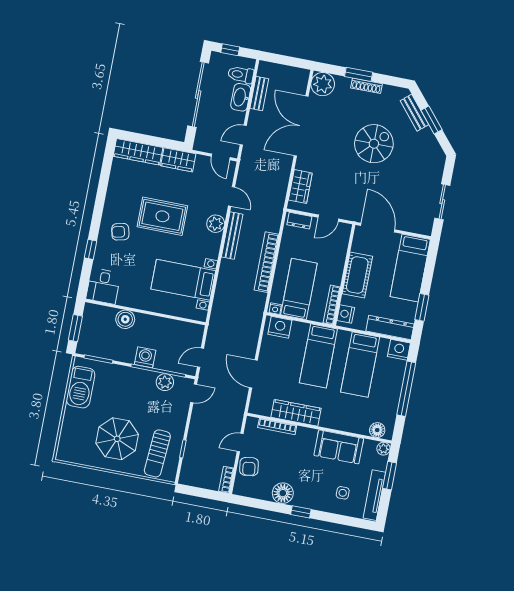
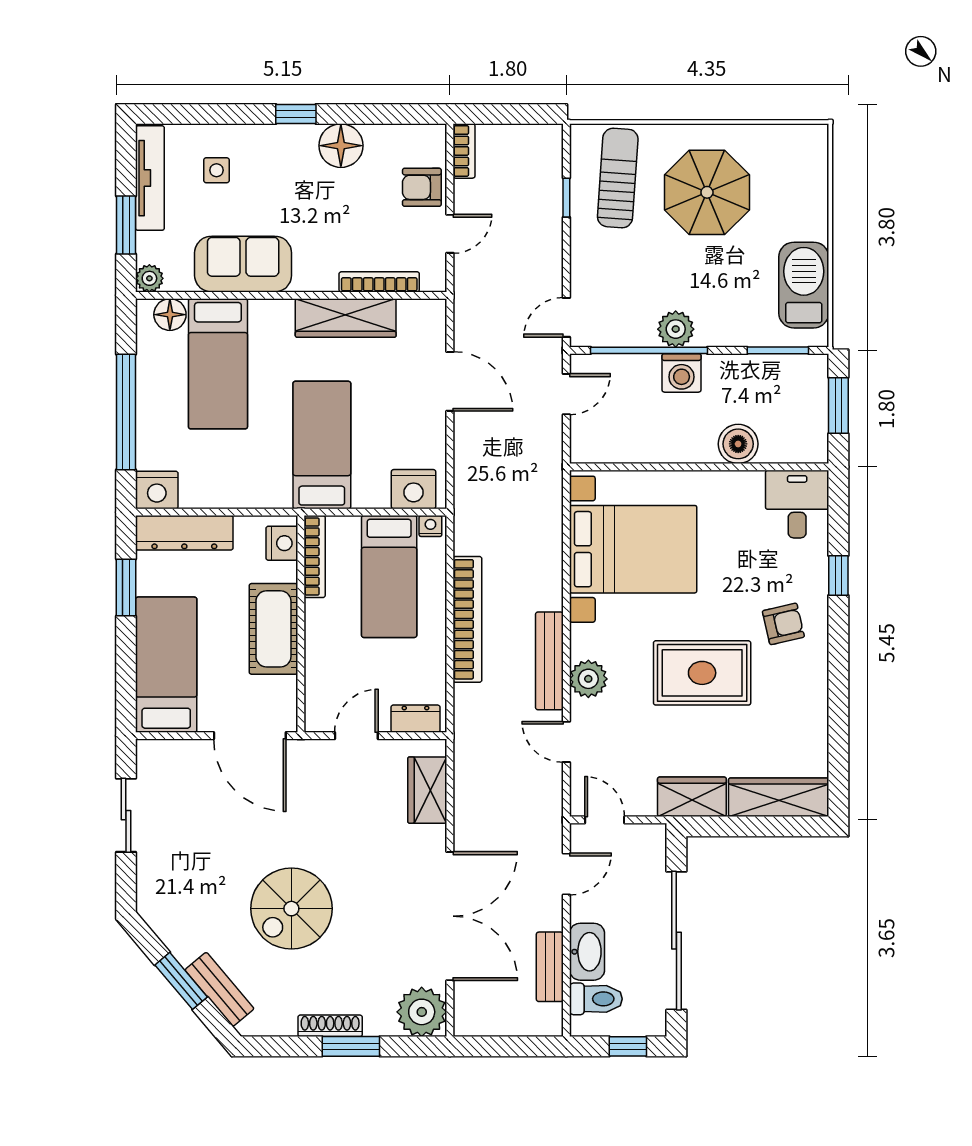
bed with nightstands: (183, 280) -> (633, 549), width x1.36
bed: (360, 365) -> (218, 364), moved, turned 180
plant: (165, 382) -> (676, 329), moved
armchair: (249, 467) -> (422, 187), turned -82

